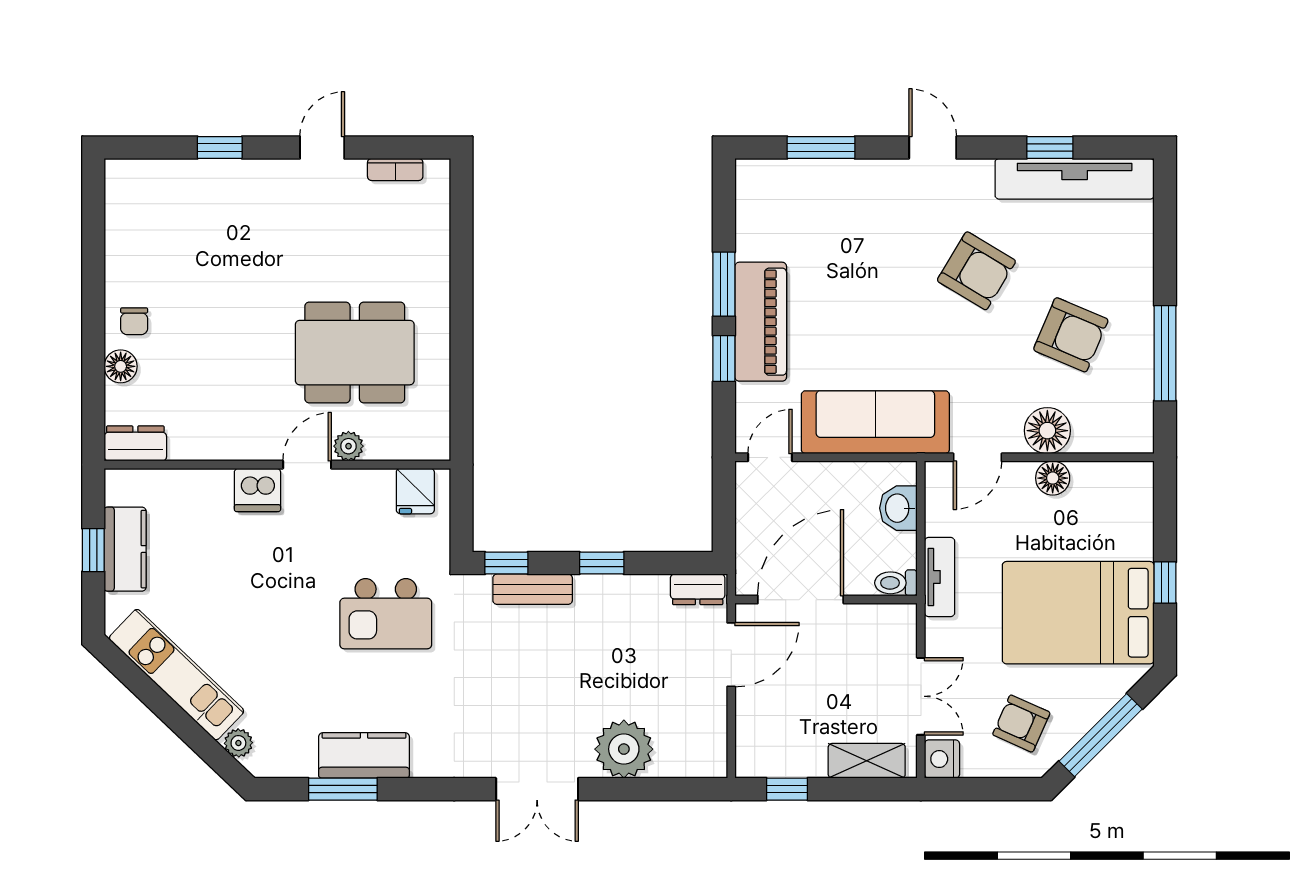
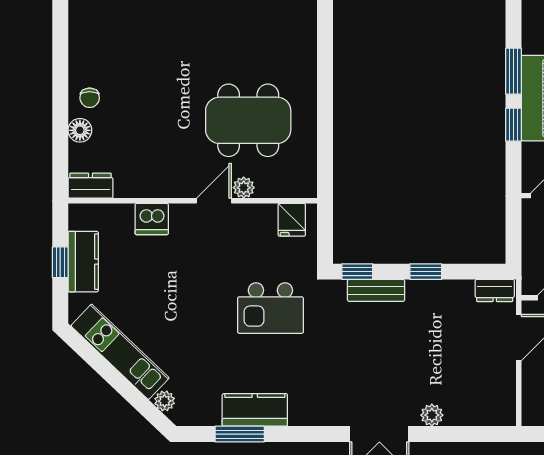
dishwasher: (257, 490) -> (152, 219), moved
plant: (624, 749) -> (432, 415), width x0.53, depth x0.53

